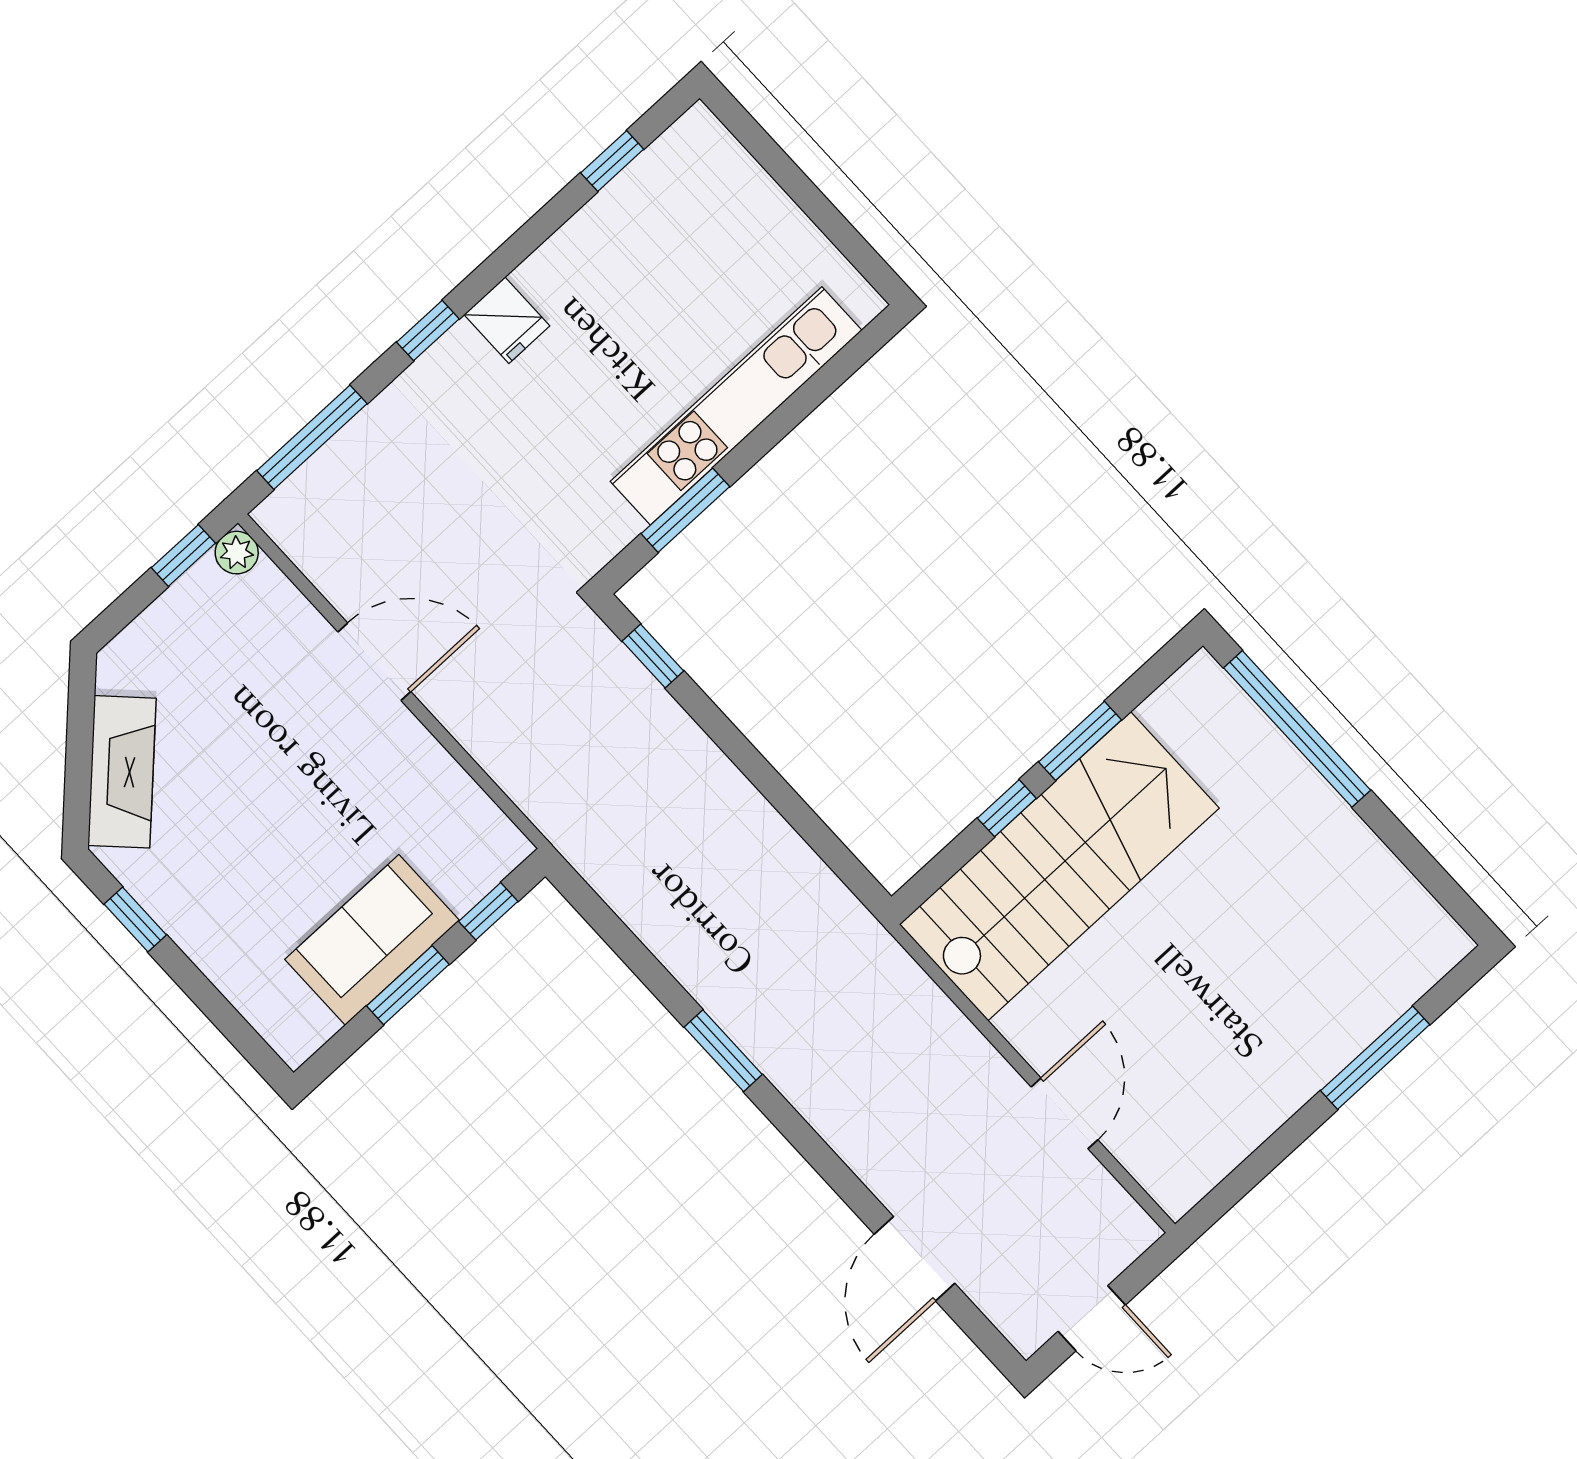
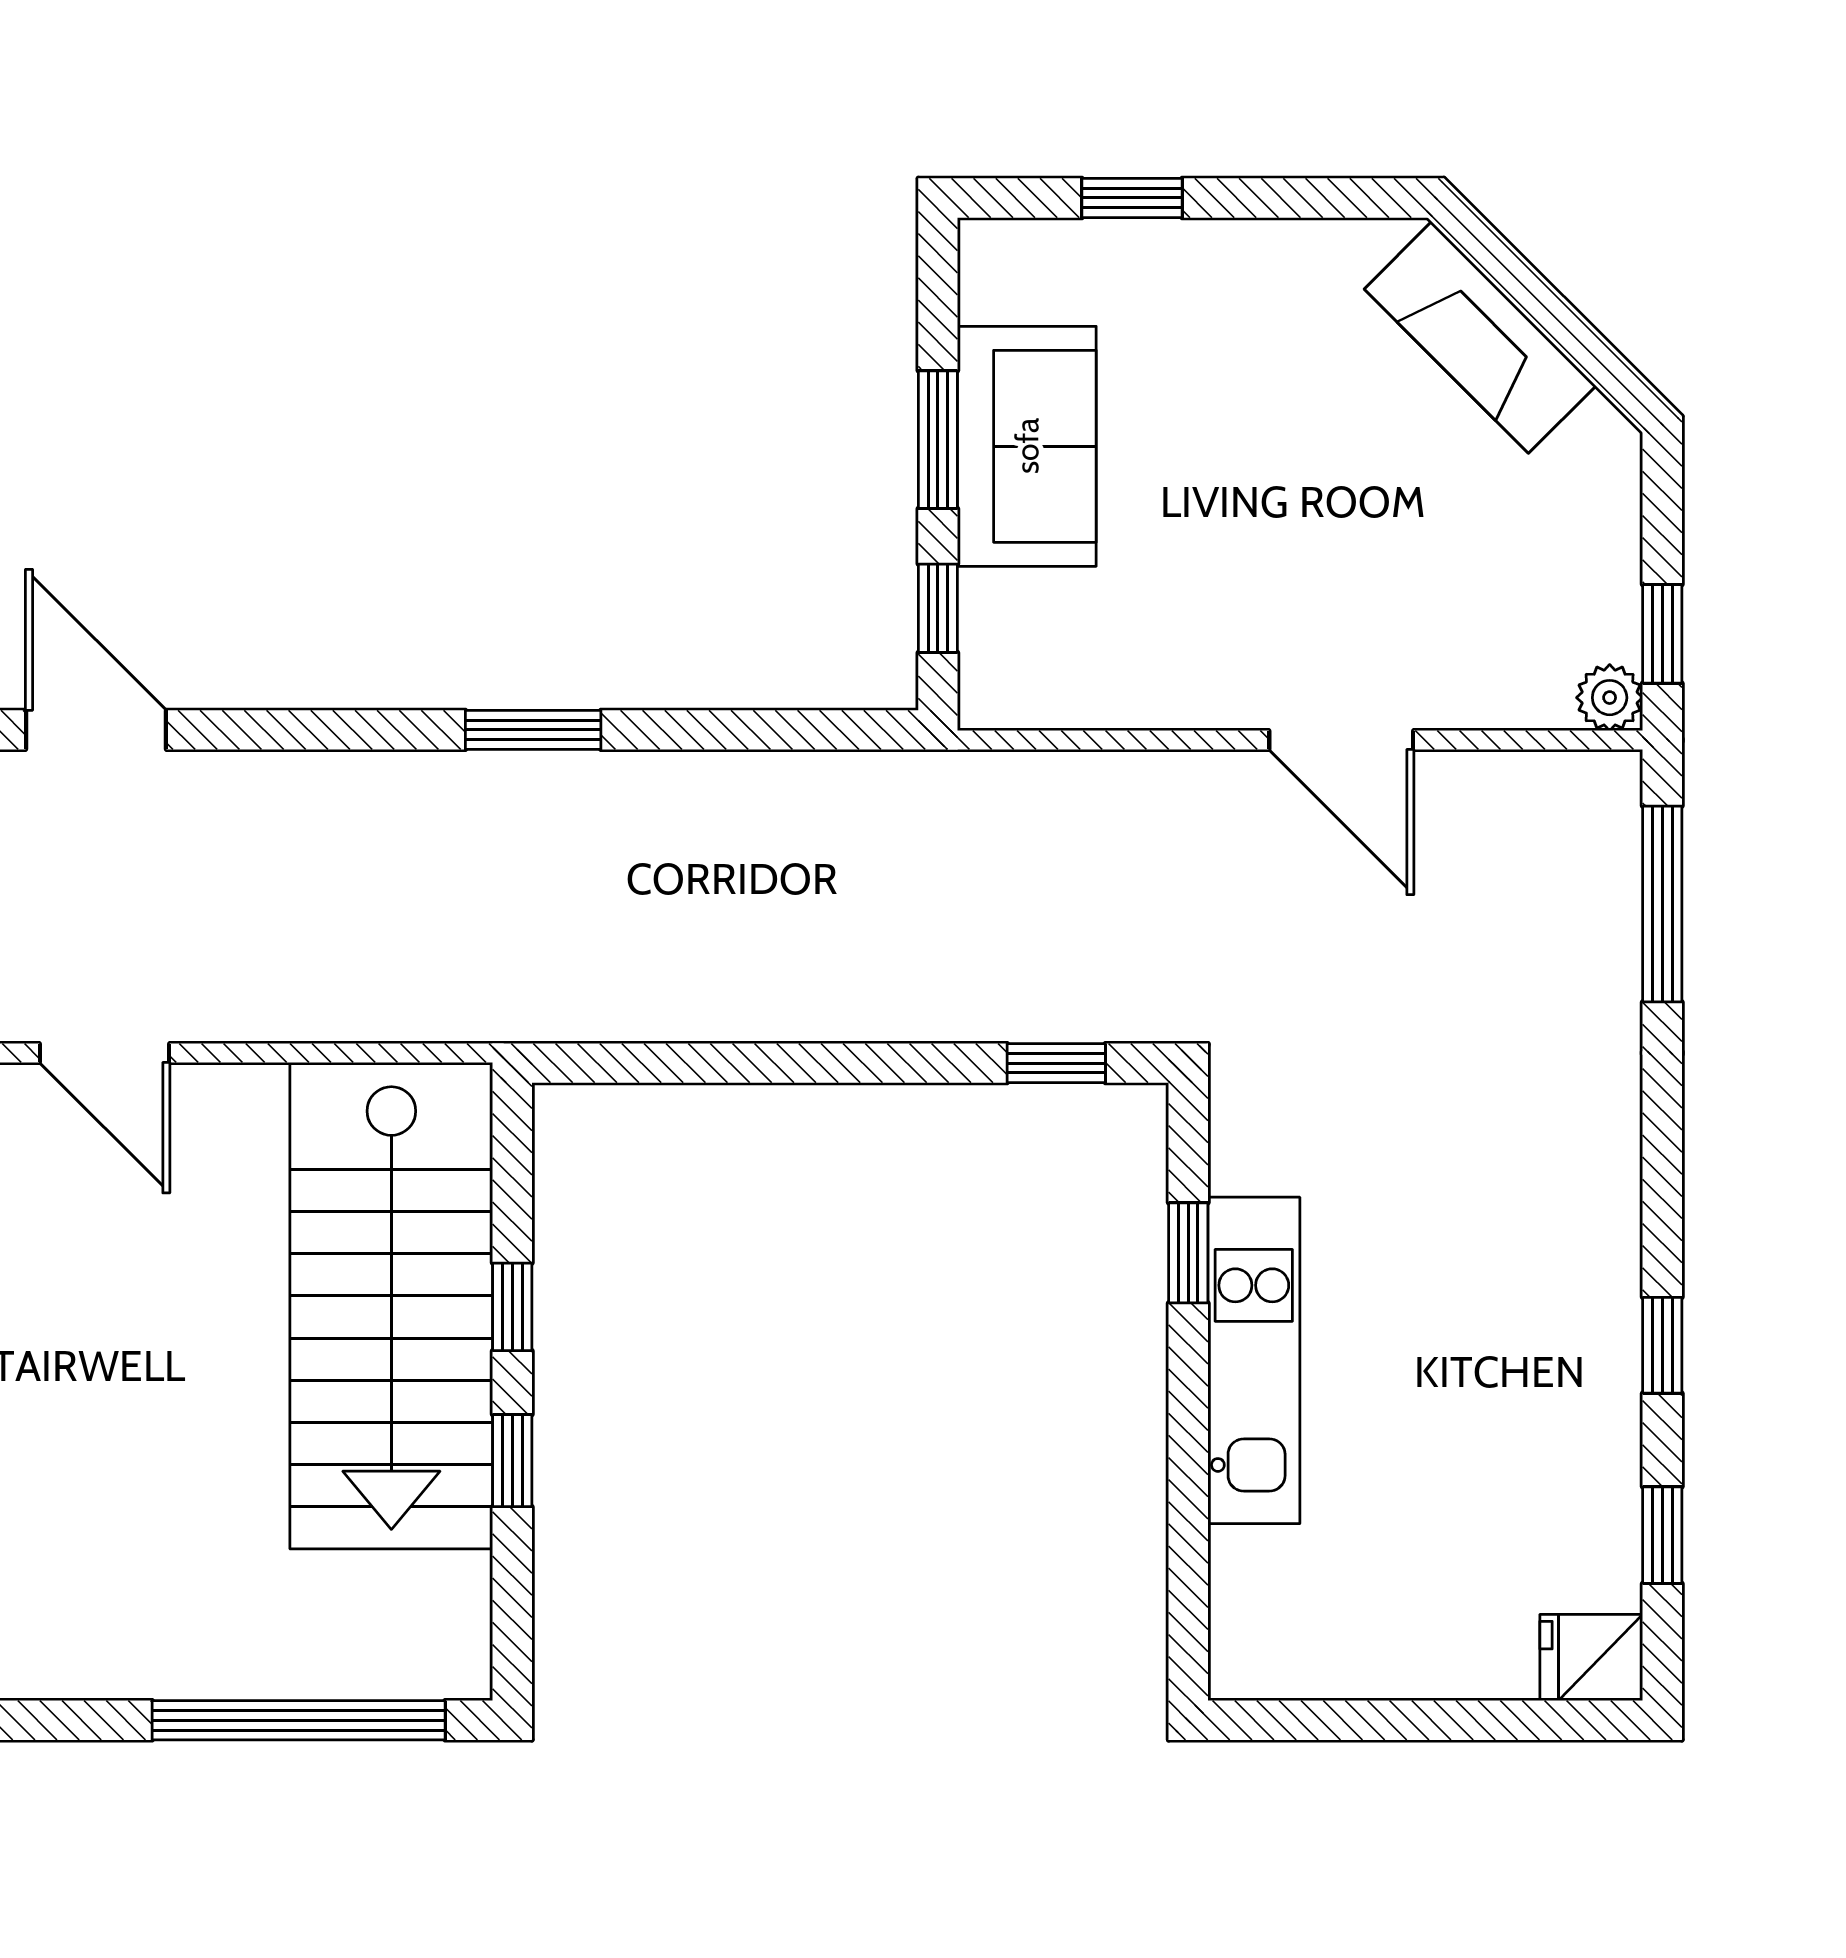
fridge: (507, 320) -> (1591, 1658), moved
window: (428, 331) -> (1662, 1345), moved
kitchen unit: (736, 406) -> (1254, 1360), width x0.73
window: (685, 510) -> (1188, 1253), width x0.67
door: (374, 662) -> (1341, 740), hinge flipped
window: (1080, 741) -> (512, 1461), width x0.67
window: (135, 919) -> (1132, 198), moved

